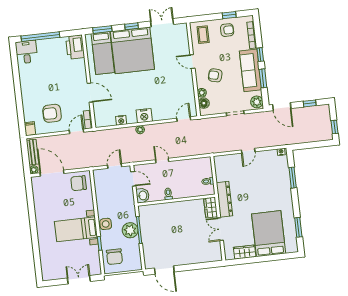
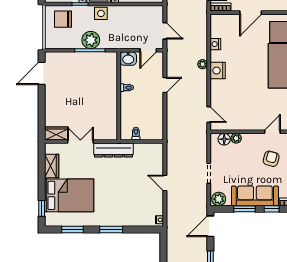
armchair: (215, 75) -> (271, 159), moved
window: (293, 178) -> (111, 229), moved
wardrobe: (211, 208) -> (56, 133), moved
window: (283, 256) -> (42, 208), added

